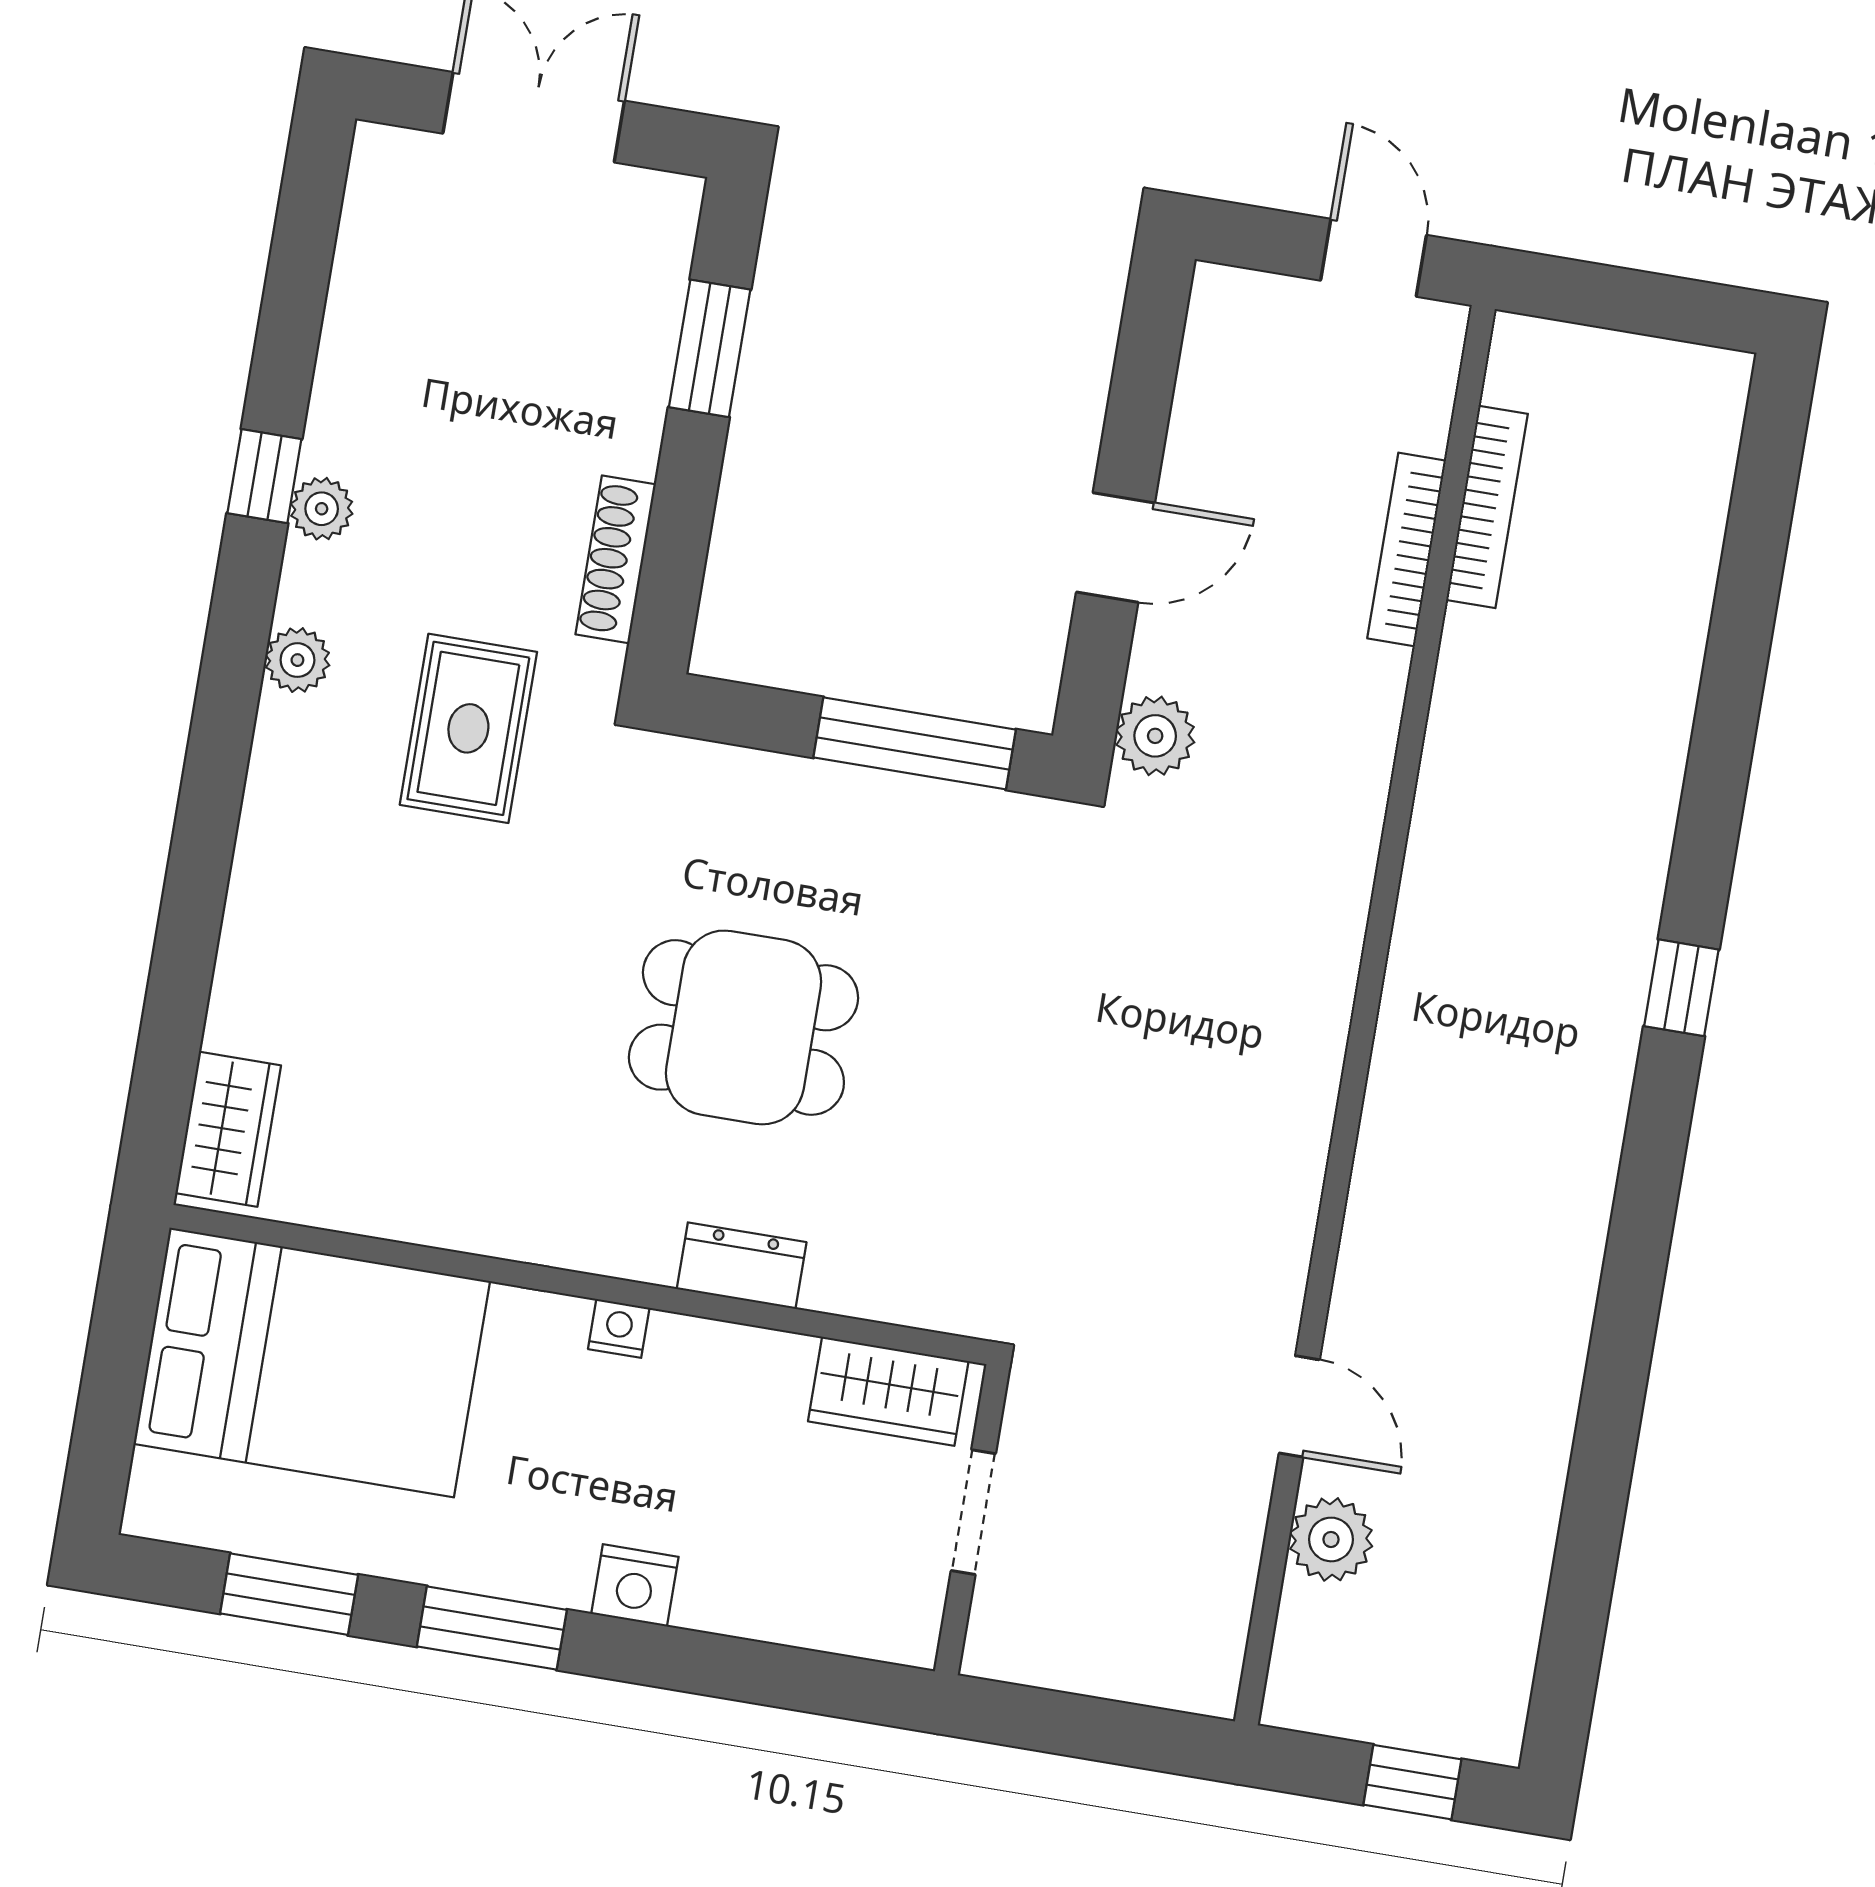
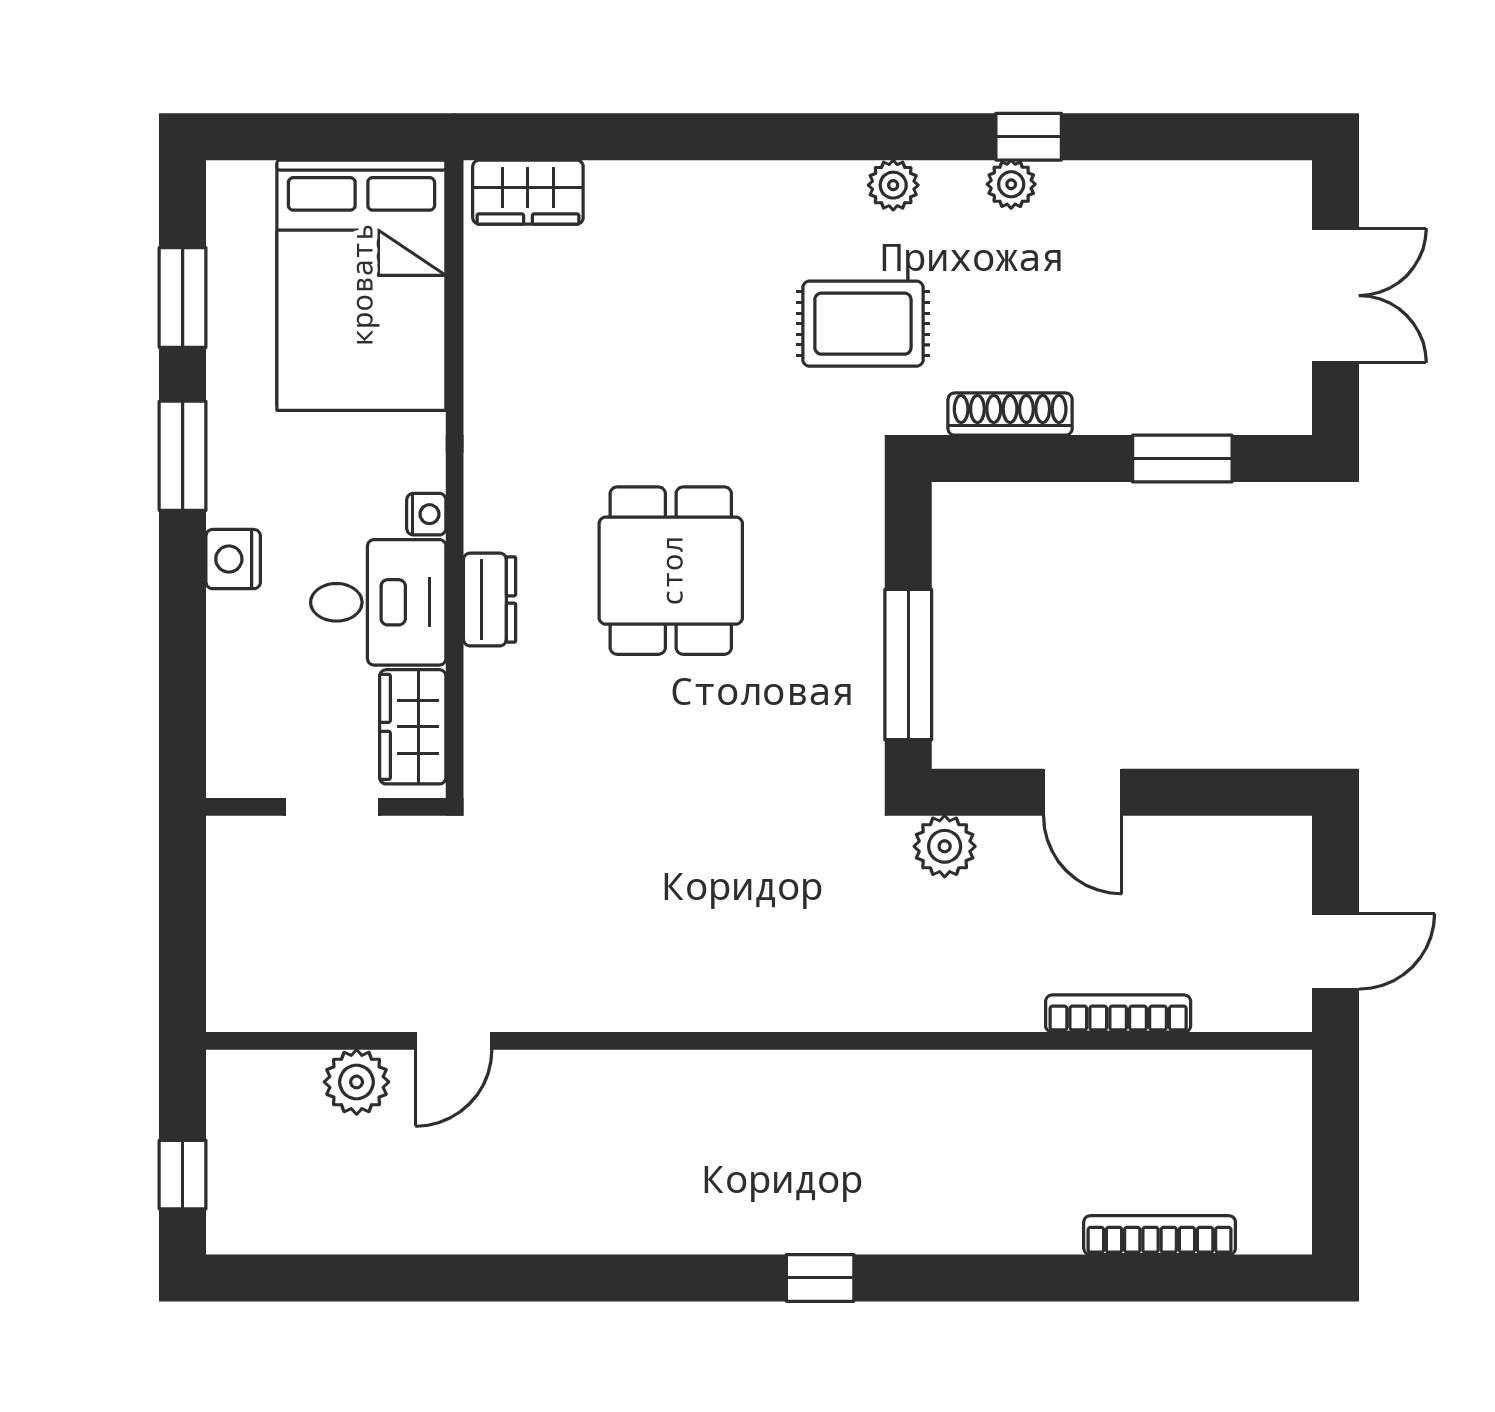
bookcase: (1487, 507) -> (1160, 1235), moved, turned 180
desk: (721, 1409) -> (378, 602), added

